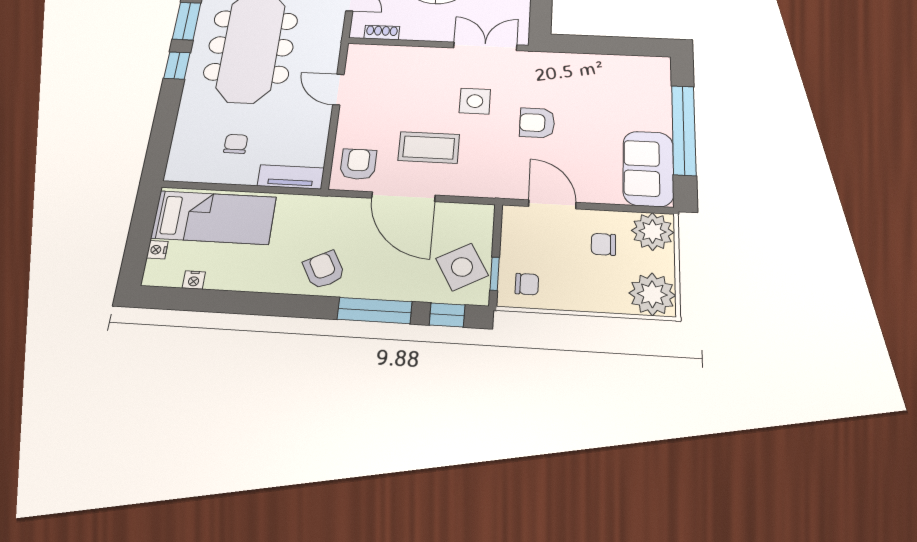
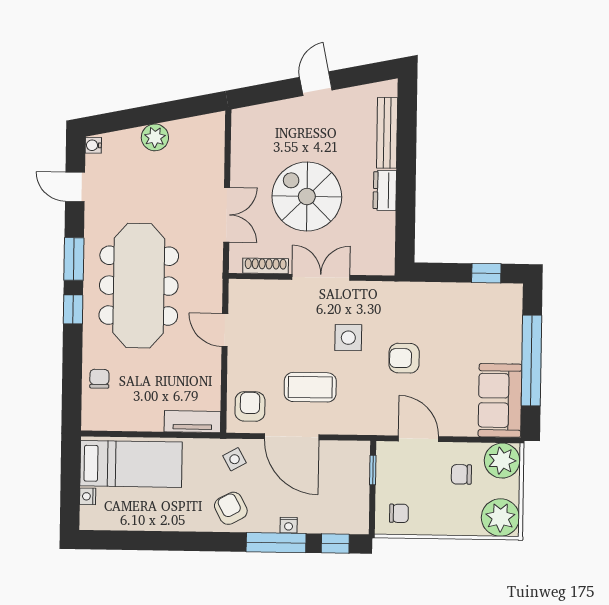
shoe rack: (382, 33) -> (266, 266), width x1.43
double door: (485, 46) -> (321, 277), moved
window: (630, 46) -> (486, 273), added
chair: (236, 144) -> (99, 379), moved
side table: (462, 267) -> (235, 459), moved, width x0.54, depth x0.54
window: (495, 274) -> (373, 470), moved
nightstand: (194, 280) -> (289, 525), moved

